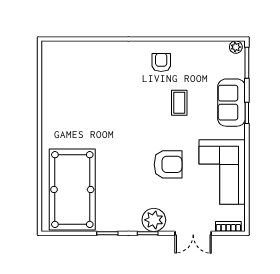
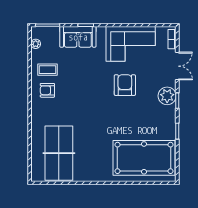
plant: (236, 47) -> (36, 44), moved
table tennis table: (79, 78) -> (59, 153), added
coffee table: (179, 103) -> (48, 70), moved

